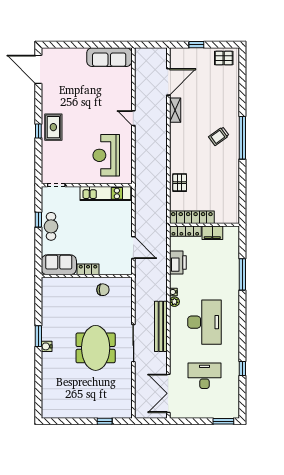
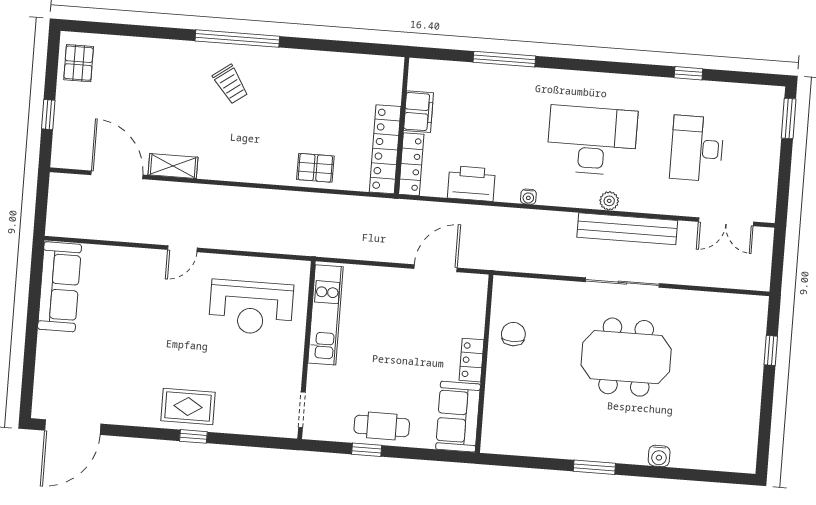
plant: (174, 302) -> (609, 201), moved
bench: (161, 326) -> (627, 229), moved
water cooler: (47, 346) -> (659, 456), moved
double door: (168, 393) -> (726, 222), width x0.73

